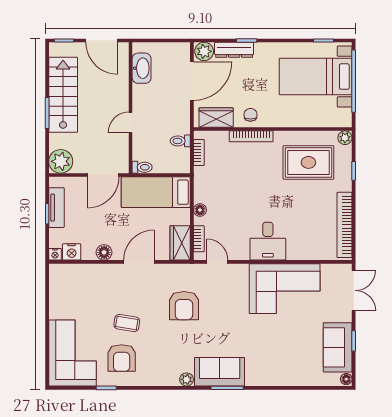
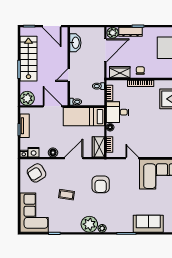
door: (103, 175) -> (52, 106), swing flipped
desk: (268, 241) -> (118, 112), moved, turned 90
door: (217, 262) -> (132, 158), moved
armchair: (122, 358) -> (36, 173), moved, turned 58
sofa: (220, 372) -> (148, 224), moved
plant: (165, 373) -> (89, 224), added

